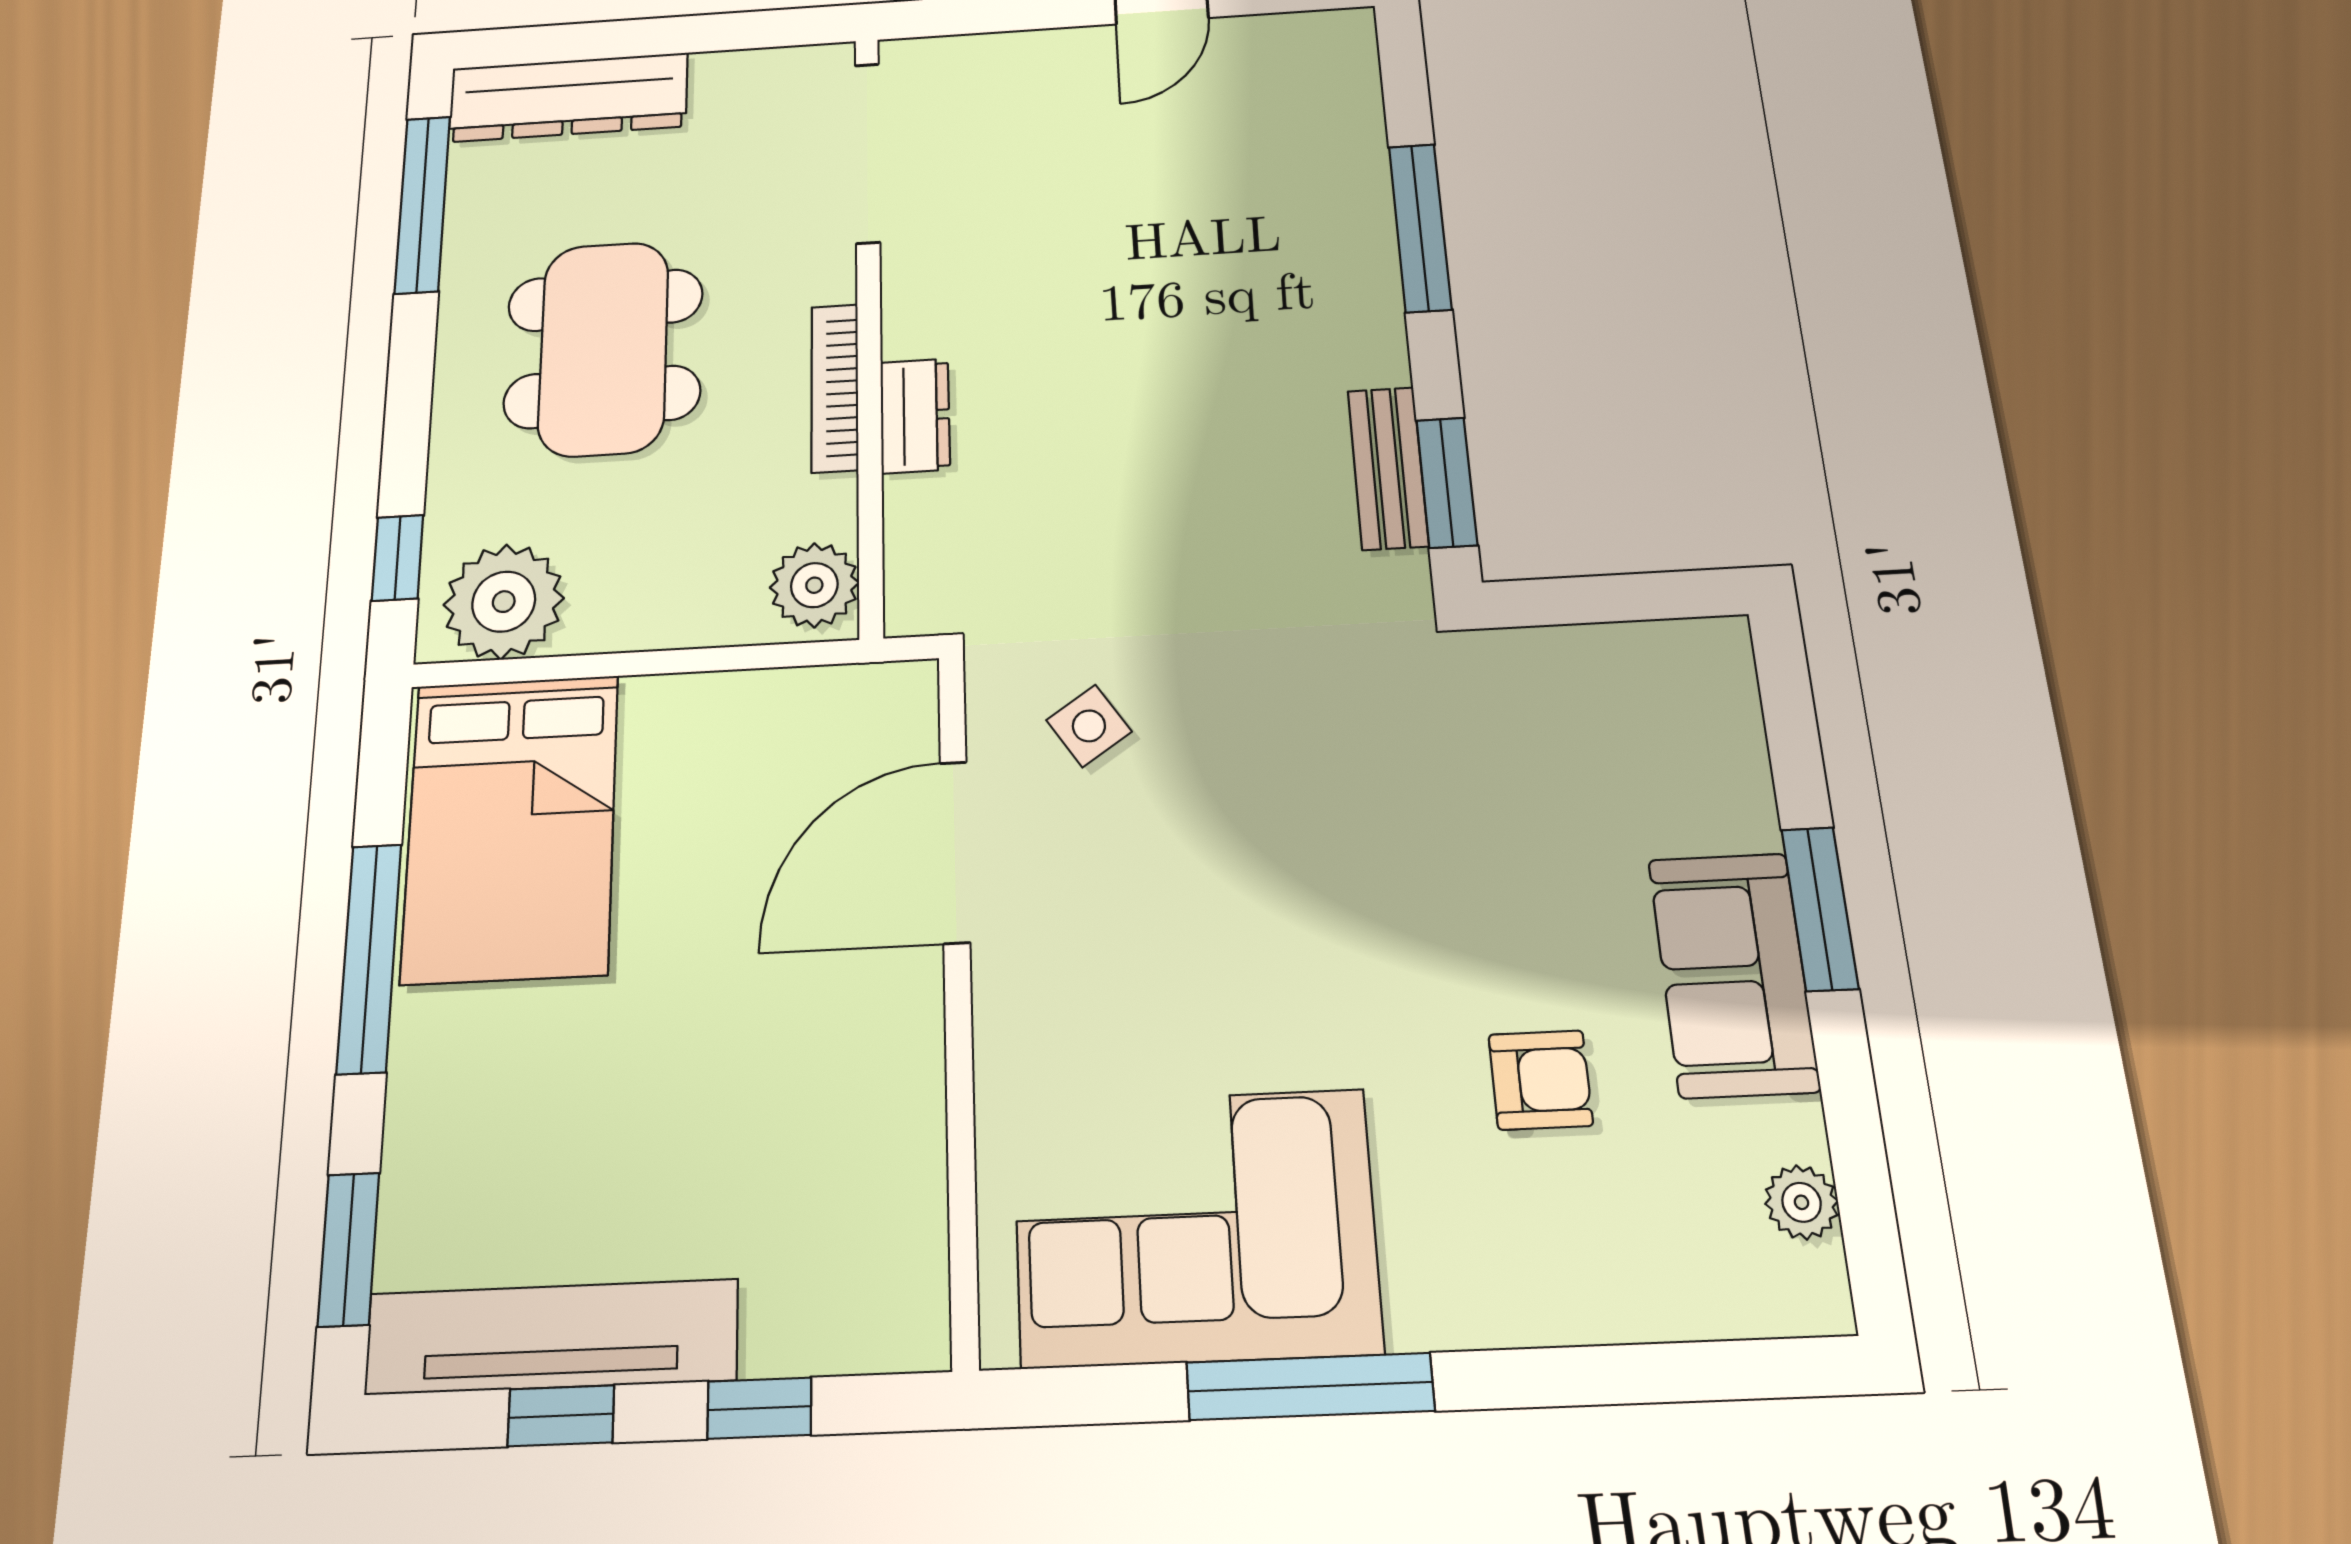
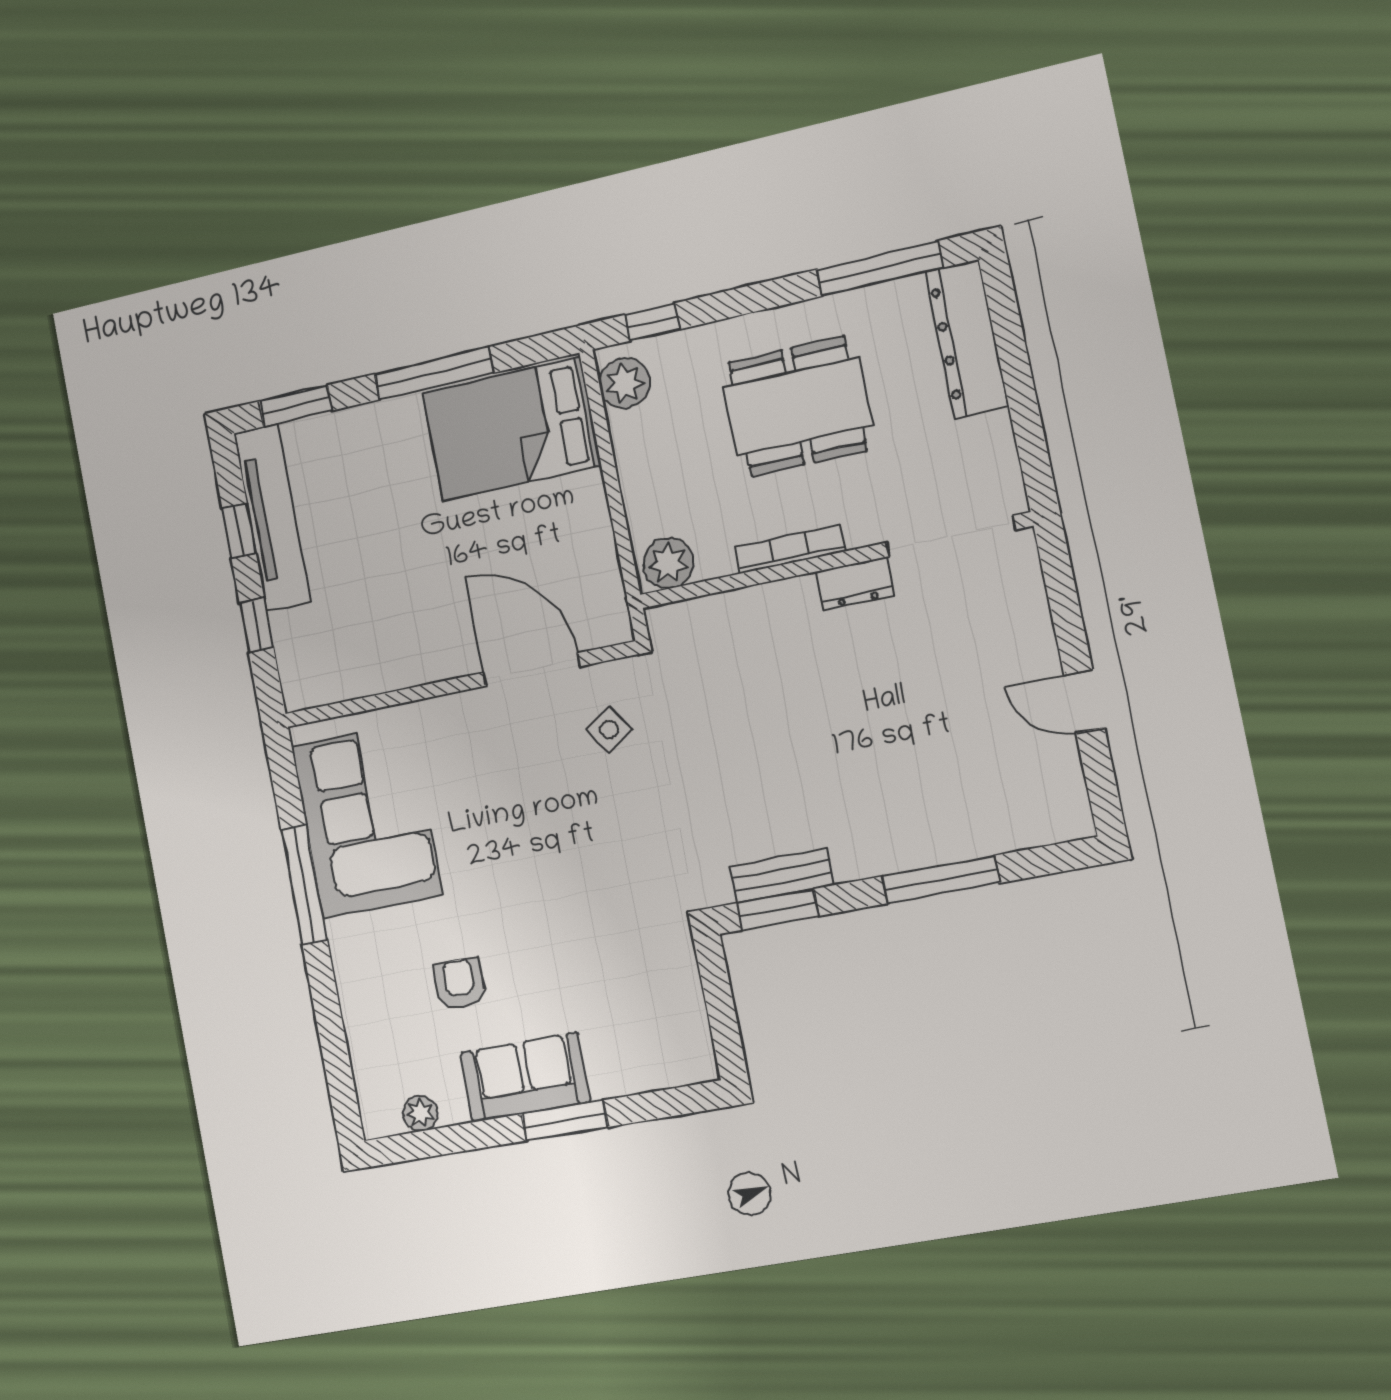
dresser: (915, 416) -> (855, 584), moved
plant: (504, 602) -> (624, 383), width x0.73, depth x0.73
armchair: (1541, 1080) -> (460, 984), turned 180

